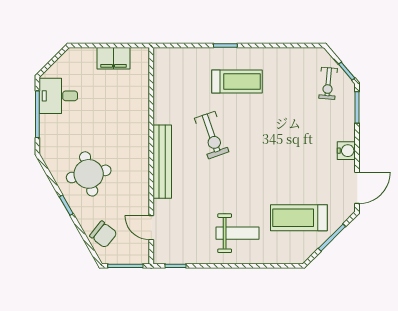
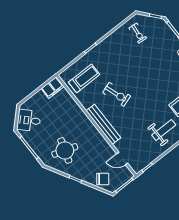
filing cabinet: (113, 58) -> (53, 88), moved
treadmill: (237, 82) -> (84, 78), moved
exercise bike: (328, 83) -> (138, 33), moved
desk: (58, 96) -> (29, 120), moved, turned 45
round table: (89, 174) -> (65, 150), moved, turned 30

